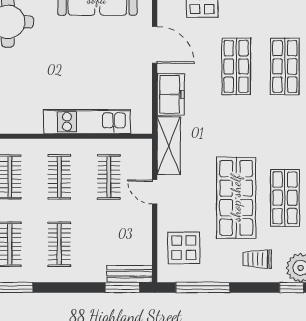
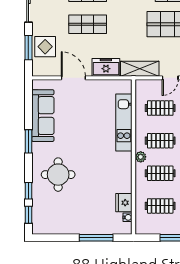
door: (155, 45) -> (73, 78), hinge flipped
plant: (35, 147) -> (141, 157), added

